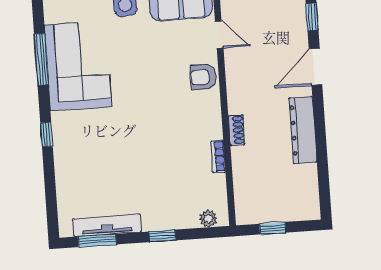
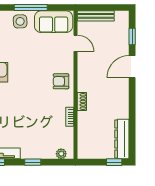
armchair: (203, 77) -> (61, 81), moved
dresser: (303, 130) -> (122, 139), moved
window: (273, 228) -> (114, 162), moved

